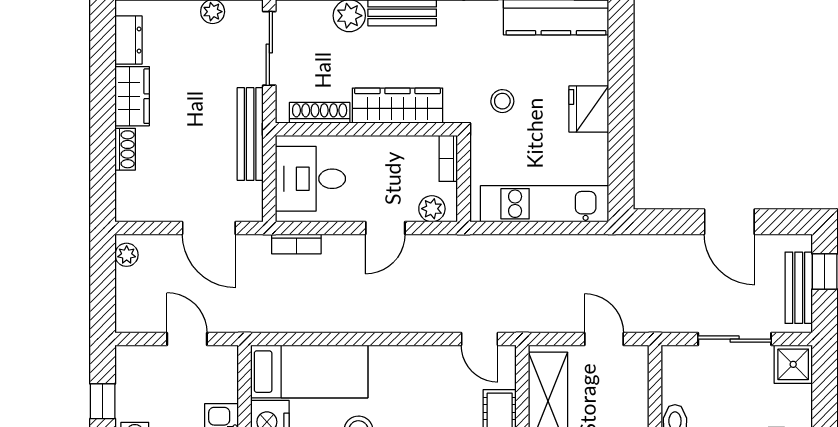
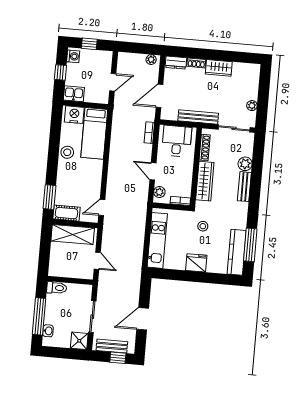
dresser: (129, 40) -> (176, 63), moved
door: (604, 339) -> (97, 261), hinge flipped

